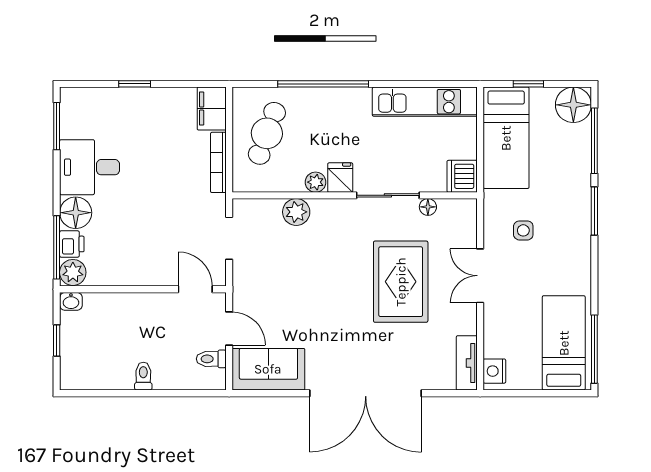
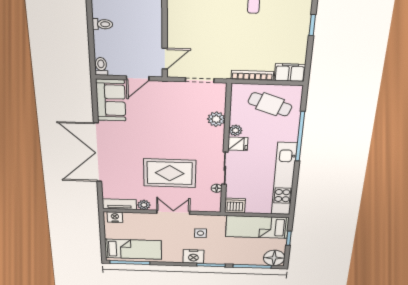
kitchen unit: (425, 102) -> (284, 179), width x1.36
nightstand: (576, 241) -> (193, 256), added
plant: (467, 323) -> (144, 205), added
toilet: (211, 359) -> (101, 66), moved

